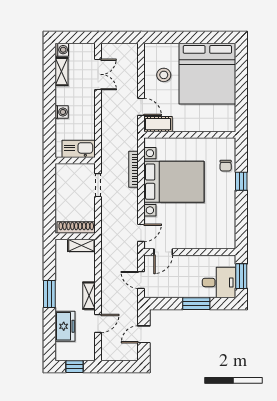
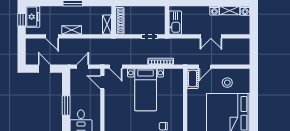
double door: (98, 74) -> (211, 36), moved
washing machine: (62, 112) -> (214, 11), moved
bed with nightstands: (174, 182) -> (146, 90), width x0.73
freezer: (65, 326) -> (33, 17), moved, turned -90

